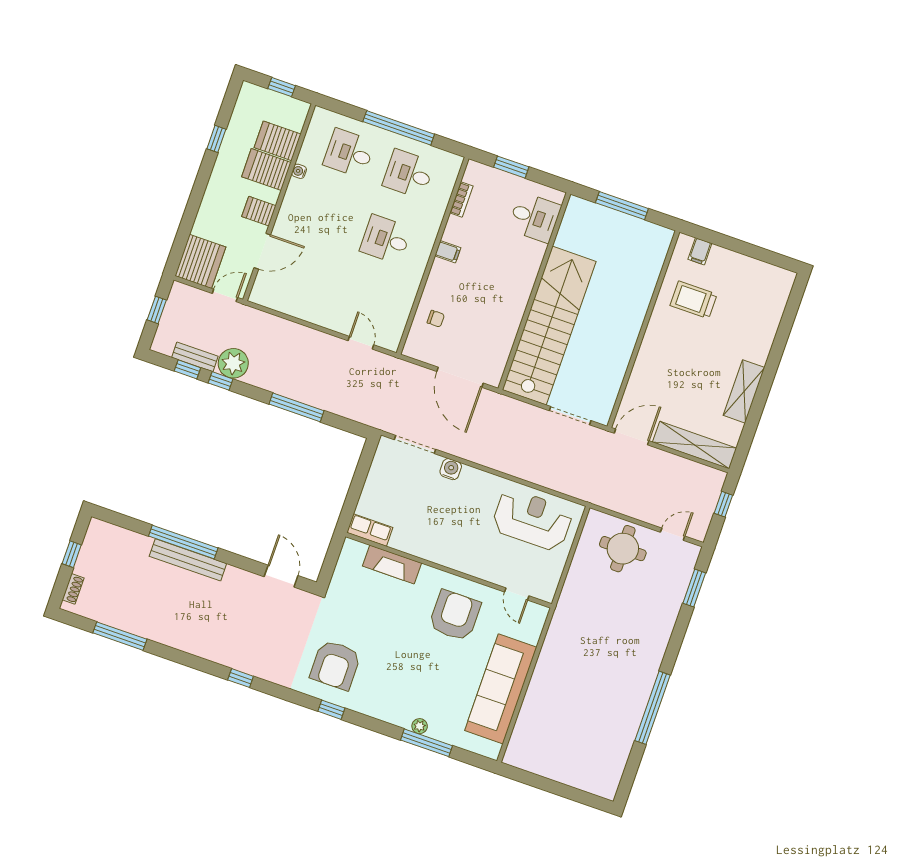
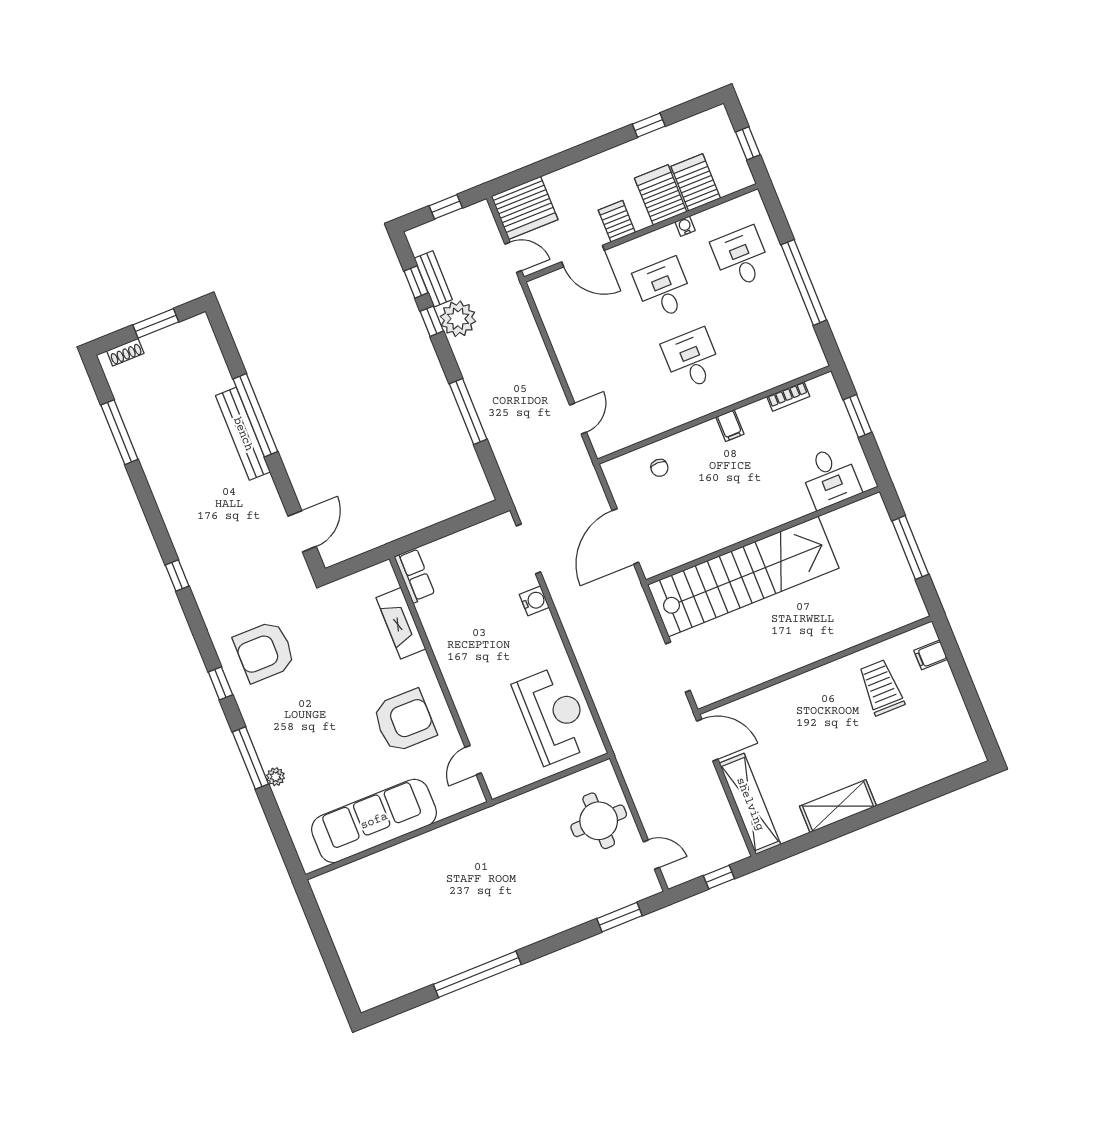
desk: (409, 174) -> (663, 289), moved
window: (72, 554) -> (156, 323), width x1.50
window: (426, 743) -> (250, 758), moved

